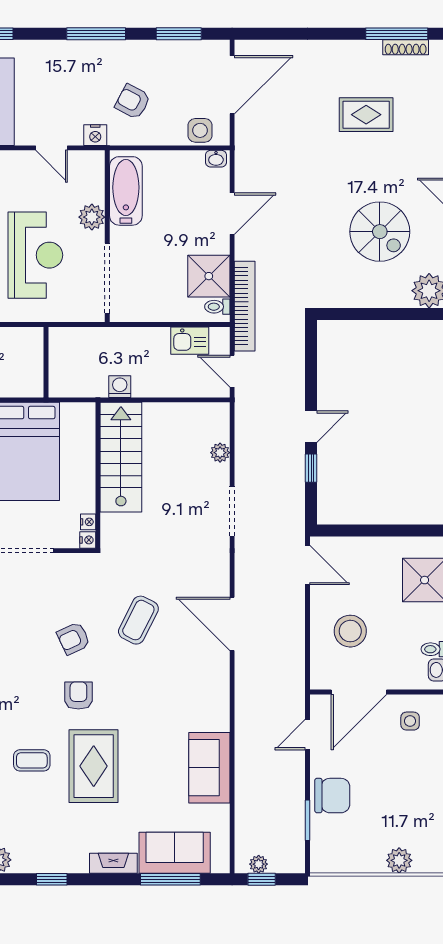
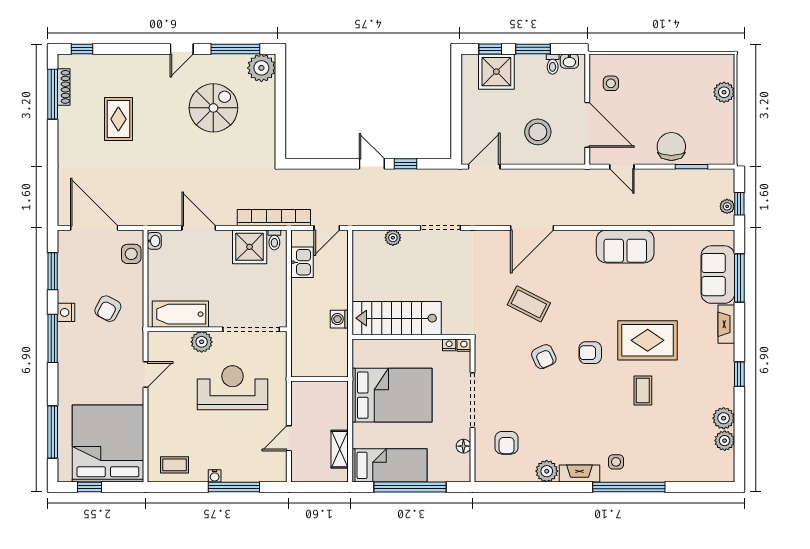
nightstand: (95, 135) -> (66, 312), moved, turned 180
sofa: (209, 768) -> (625, 246), moved

